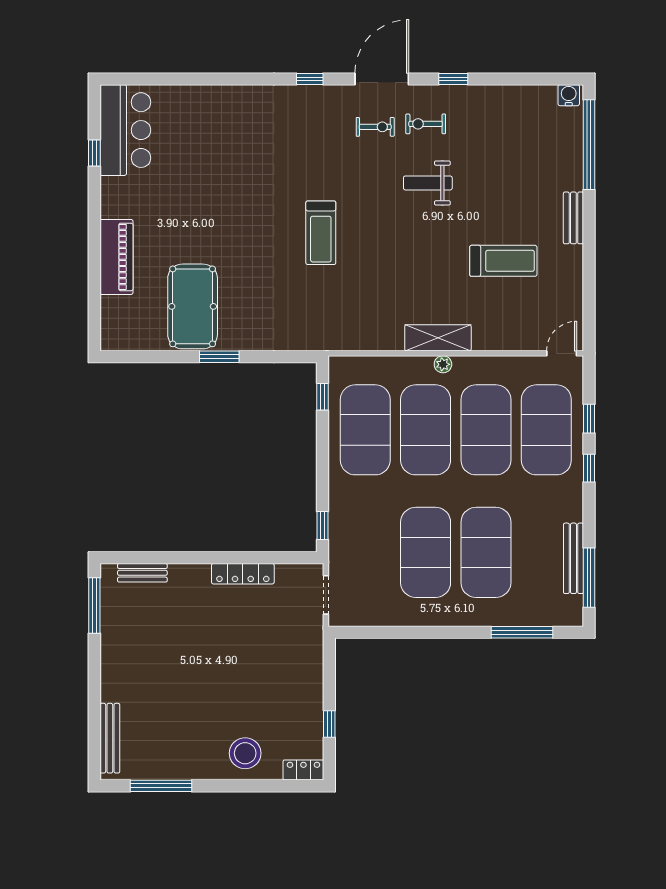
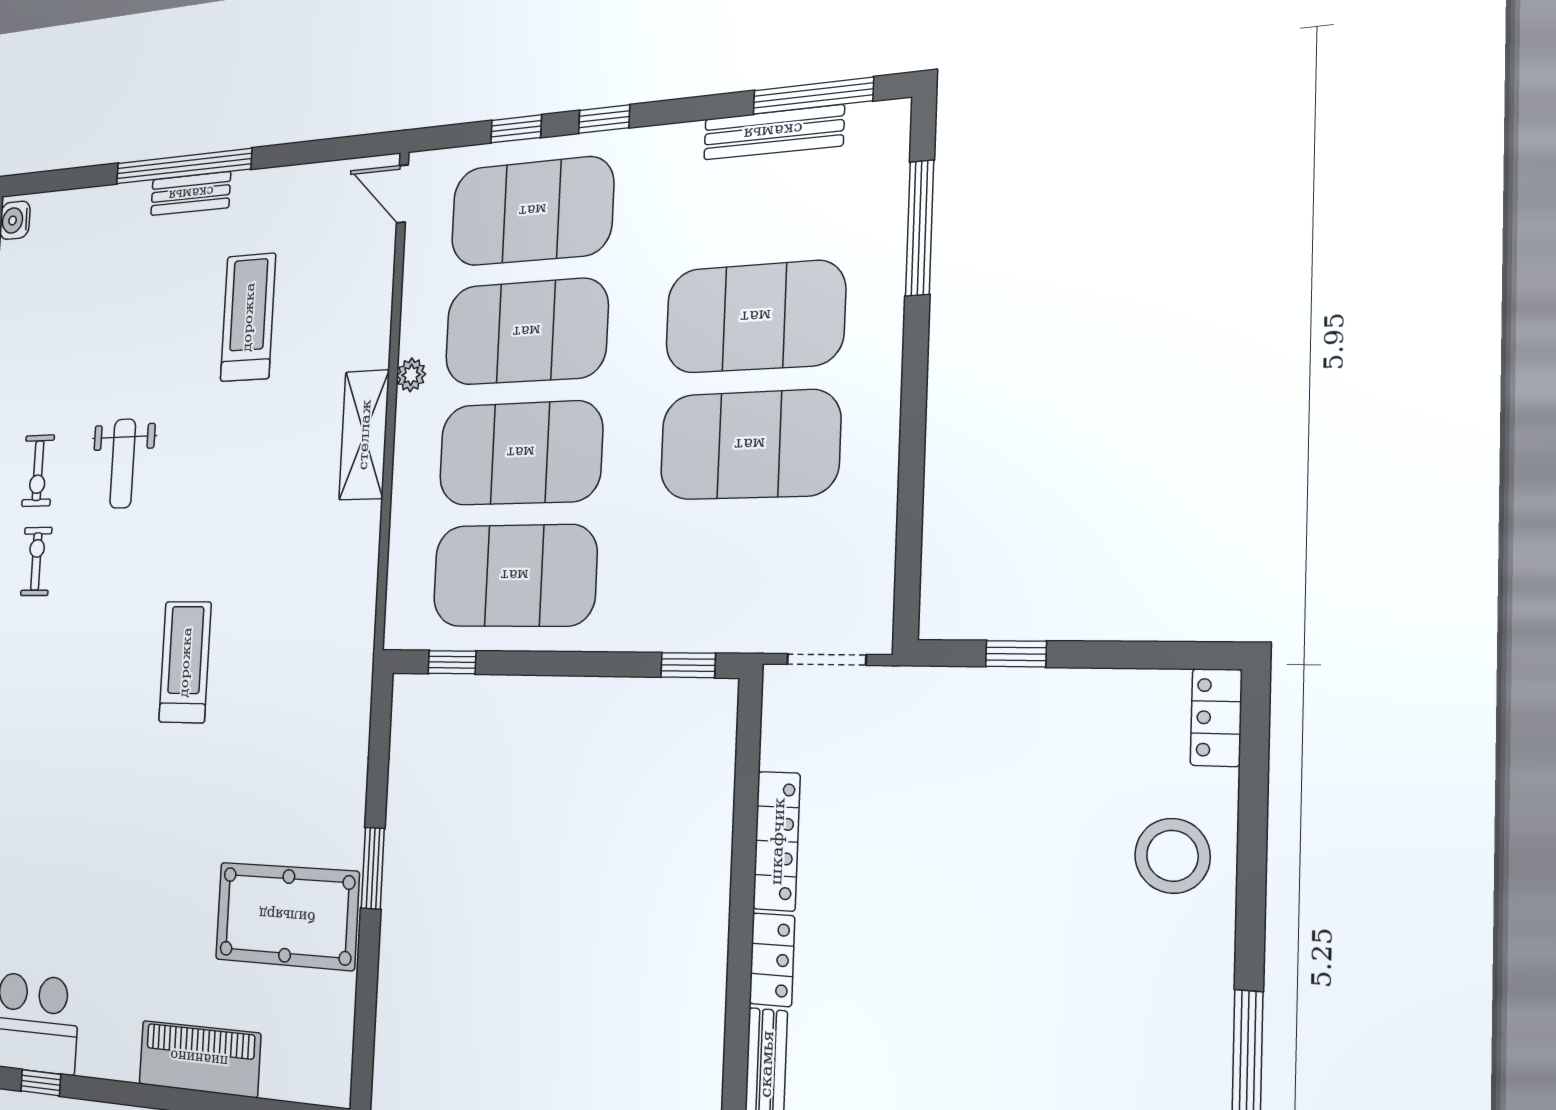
window: (589, 145) -> (183, 166), moved
treadmill: (321, 233) -> (185, 662), turned -90
plant: (443, 364) -> (411, 375), moved
locker: (189, 574) -> (772, 960), added
window: (329, 724) -> (1016, 654), moved

